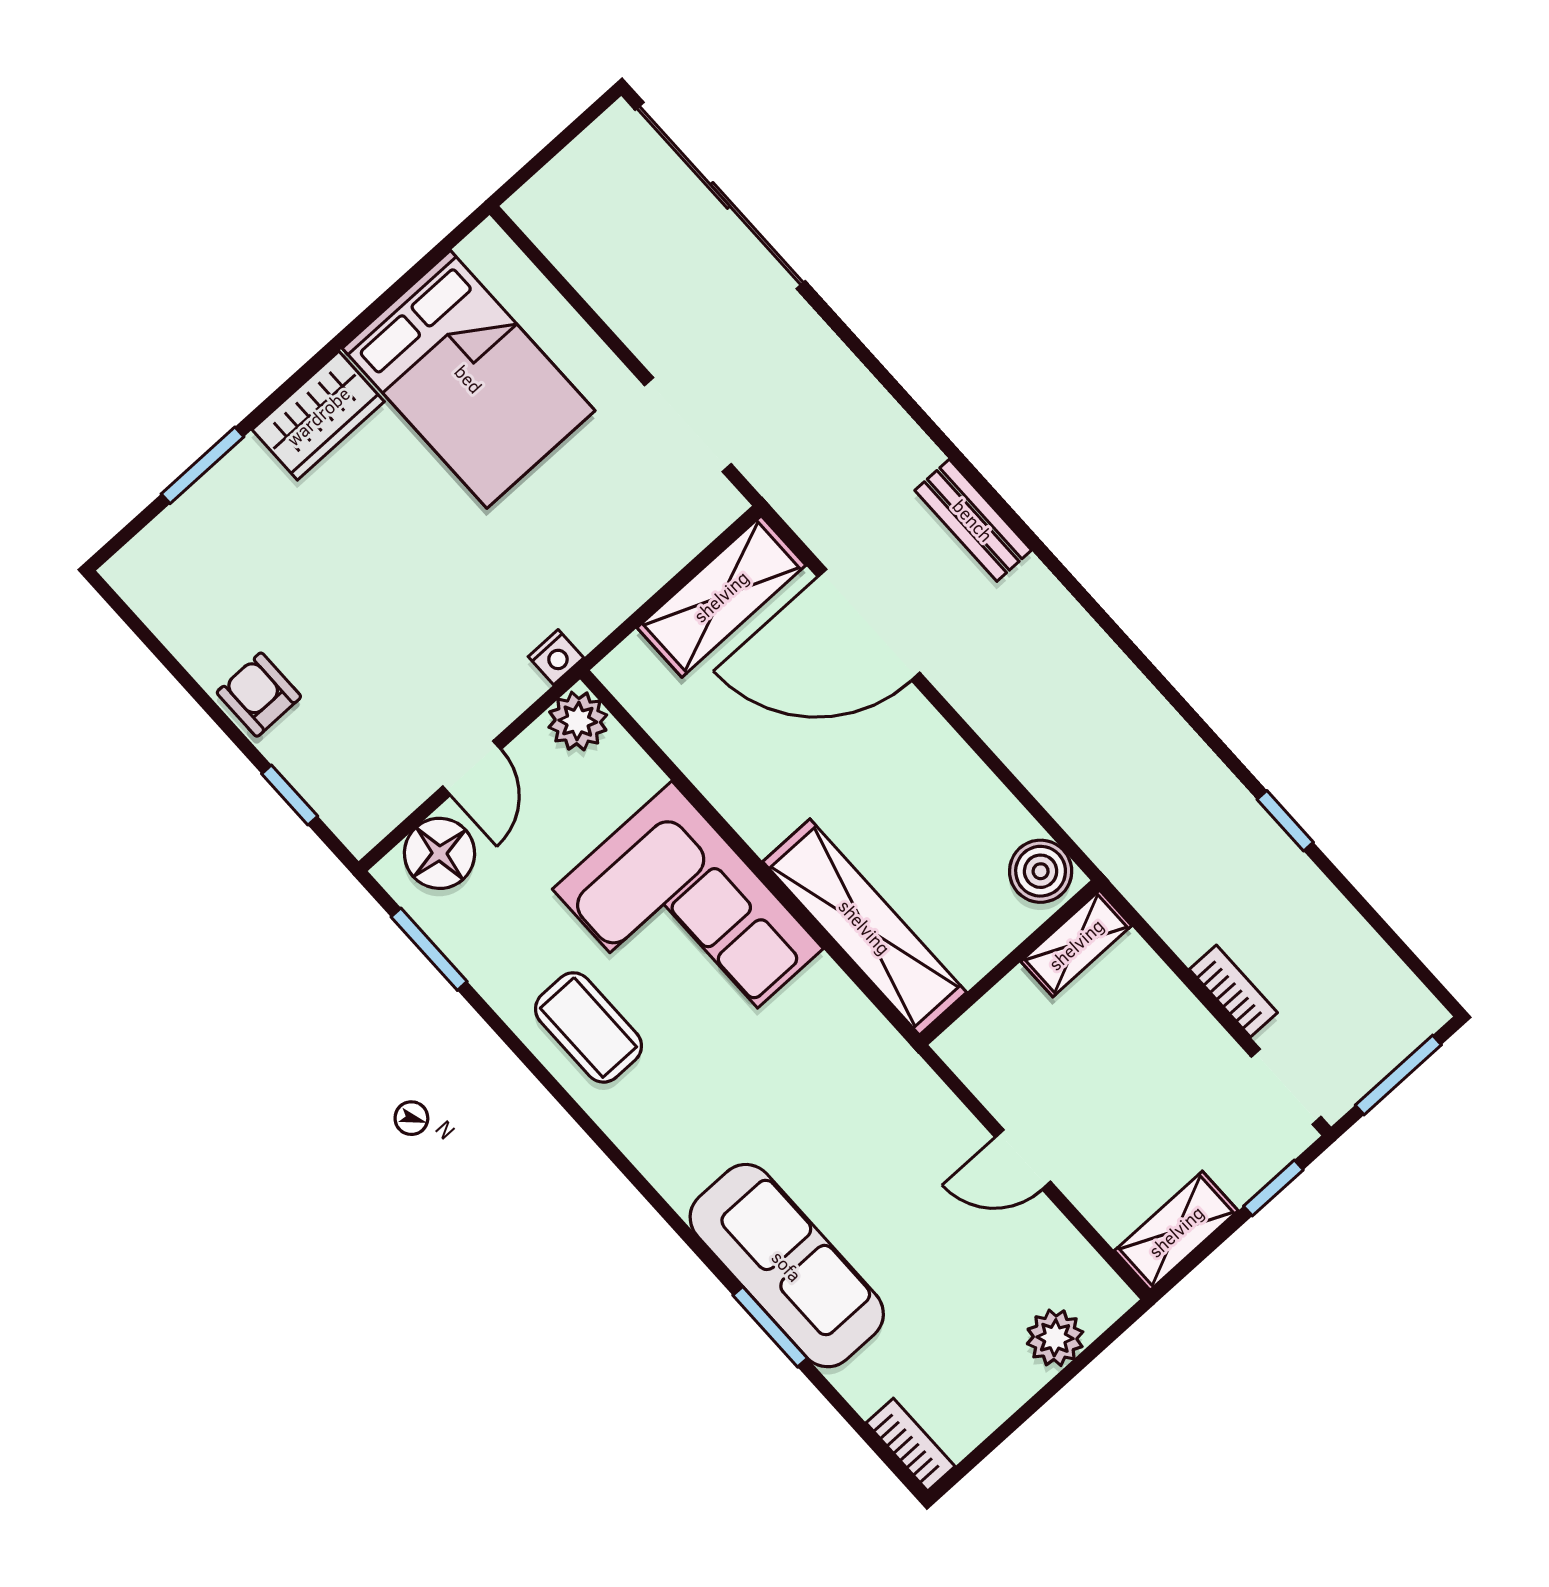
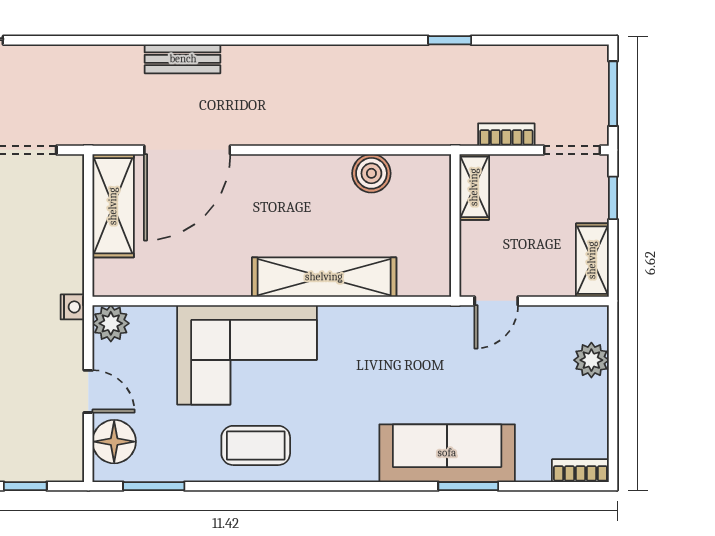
shelving: (1076, 944) -> (474, 187), moved
wall: (1010, 963) -> (455, 225), moved

